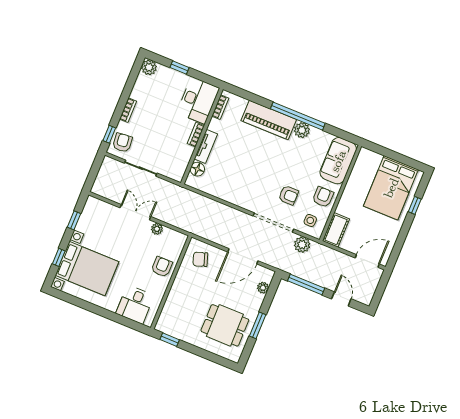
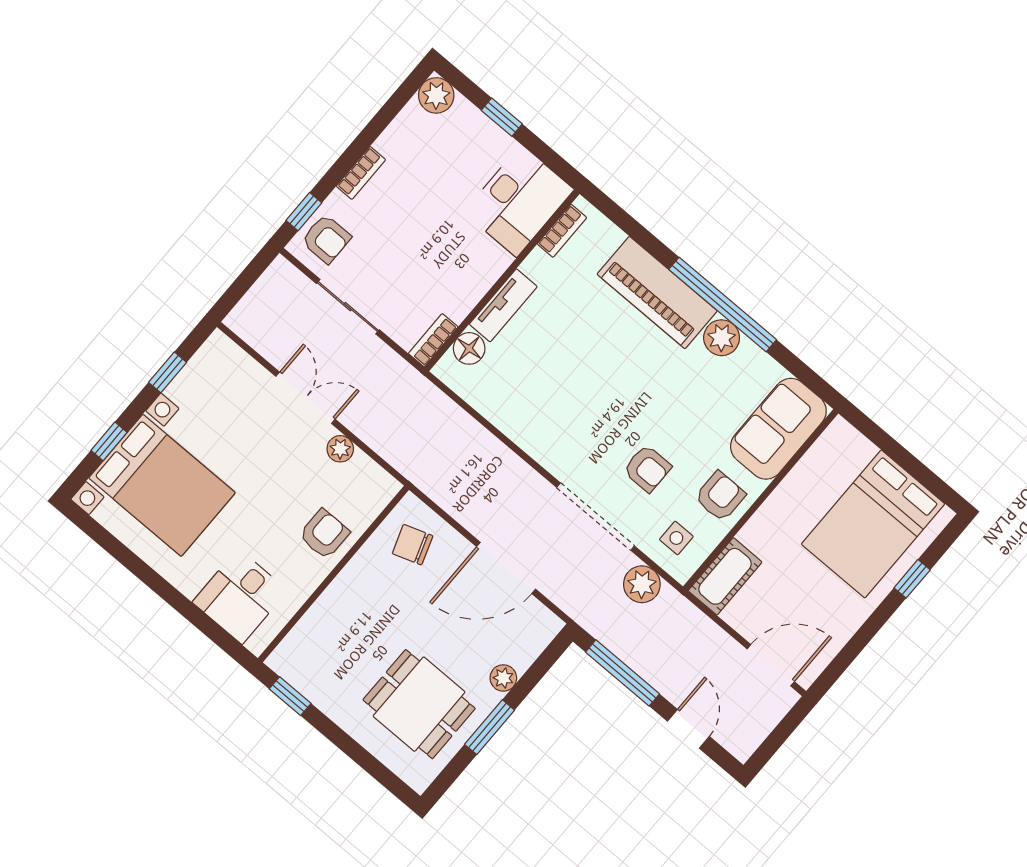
bookcase: (196, 135) -> (433, 340), moved
armchair: (122, 143) -> (326, 239), turned 96
plant: (263, 288) -> (503, 678), moved

